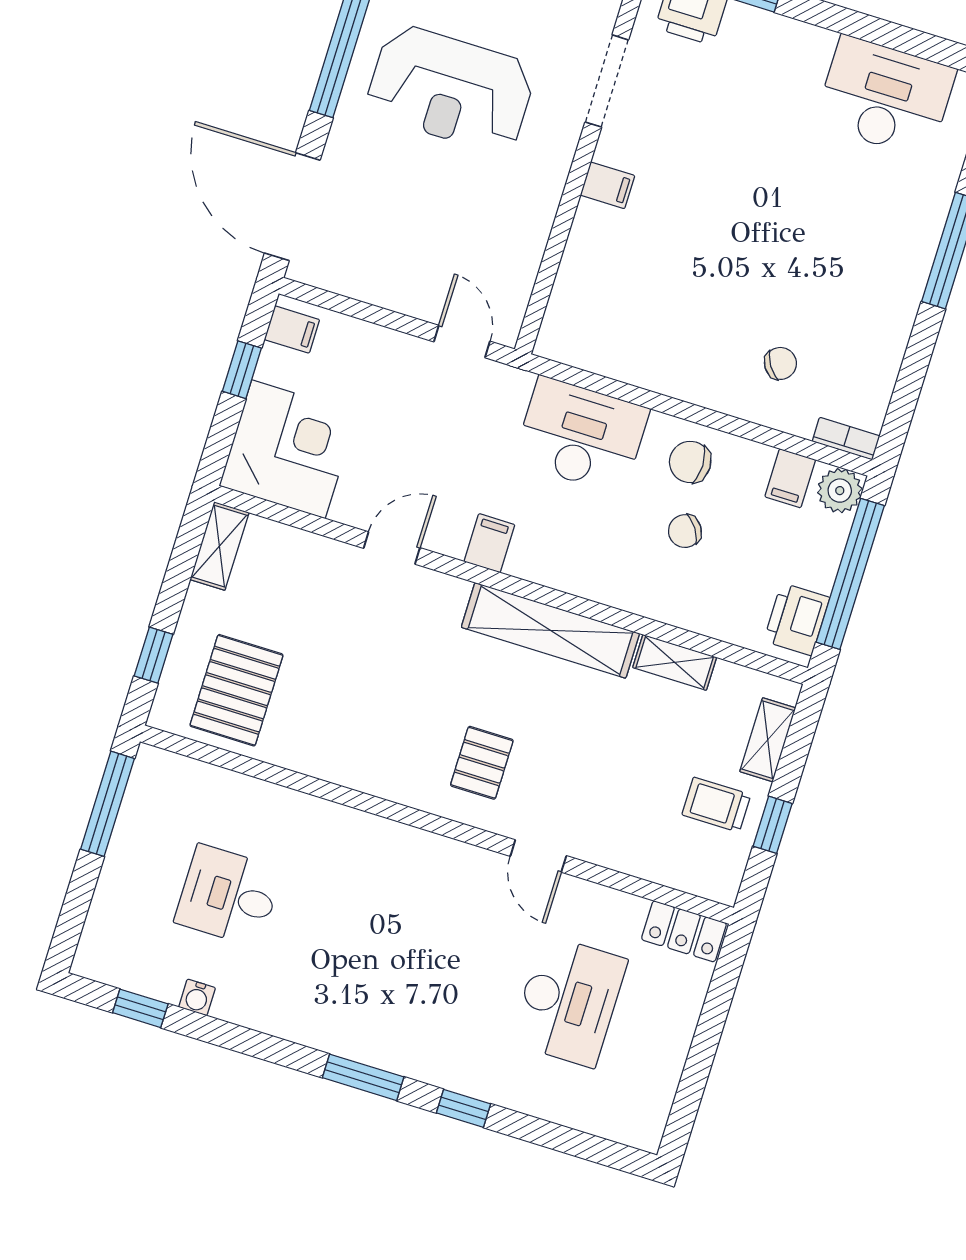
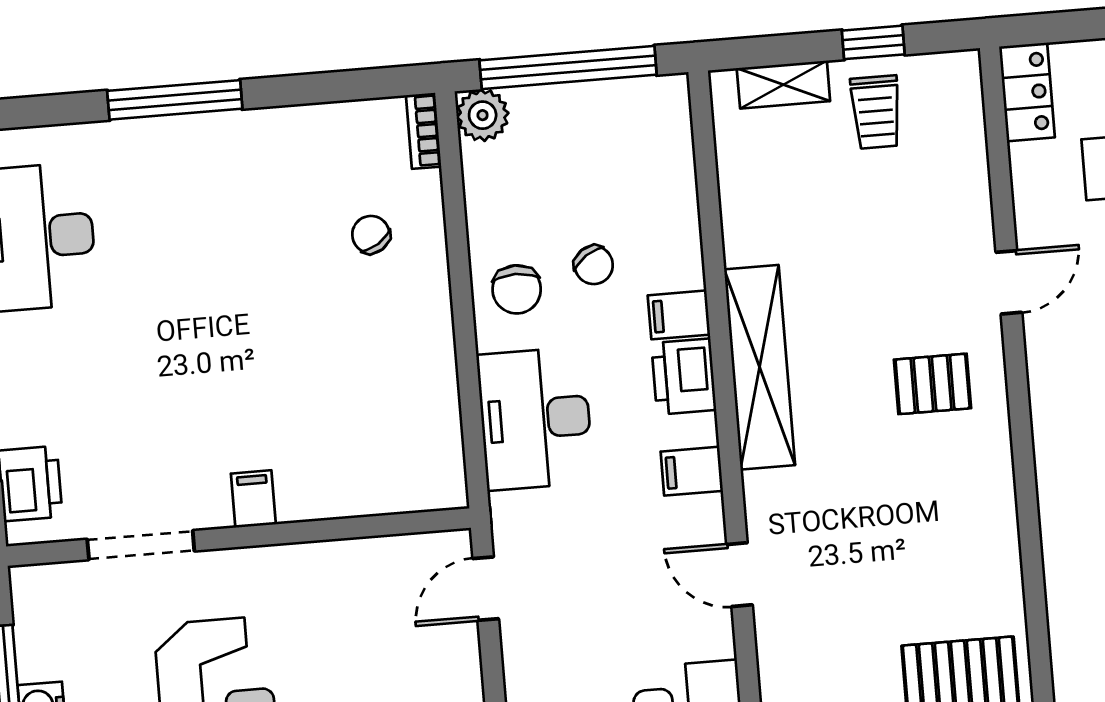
filing cabinet: (790, 478) -> (679, 315), moved, turned 180
printer: (797, 619) -> (684, 377), moved, turned 90
shelving: (675, 662) -> (740, 219), removed

